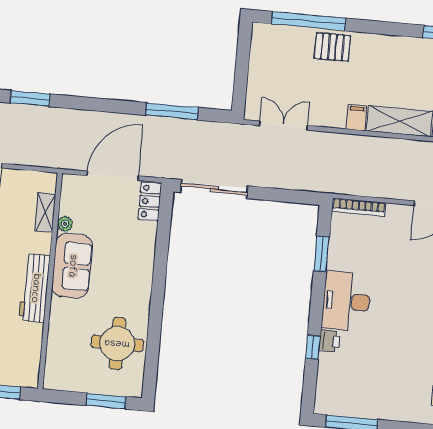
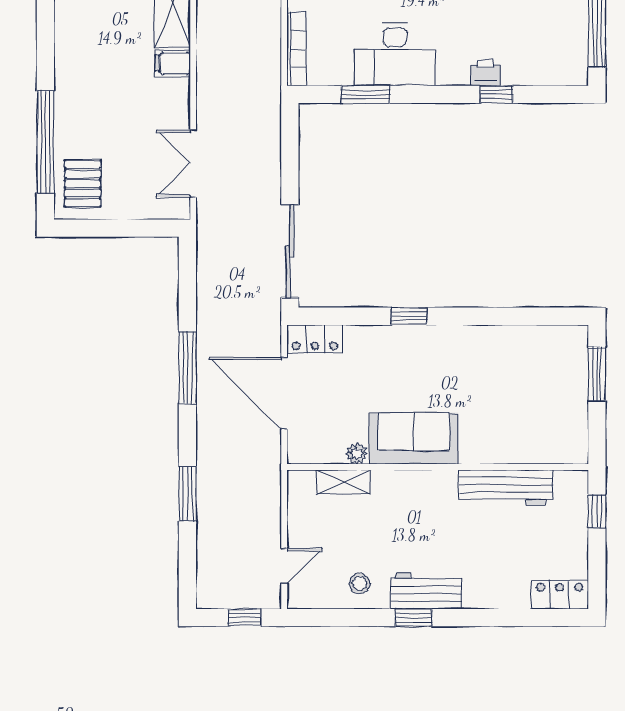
pallet: (332, 47) -> (83, 184), moved
window: (30, 98) -> (187, 494), moved
window: (172, 111) -> (187, 367), moved
window: (160, 270) -> (409, 316), added
workbench: (35, 288) -> (506, 487), moved
desk: (346, 301) -> (395, 54), moved
round table: (117, 343) -> (516, 366), removed

